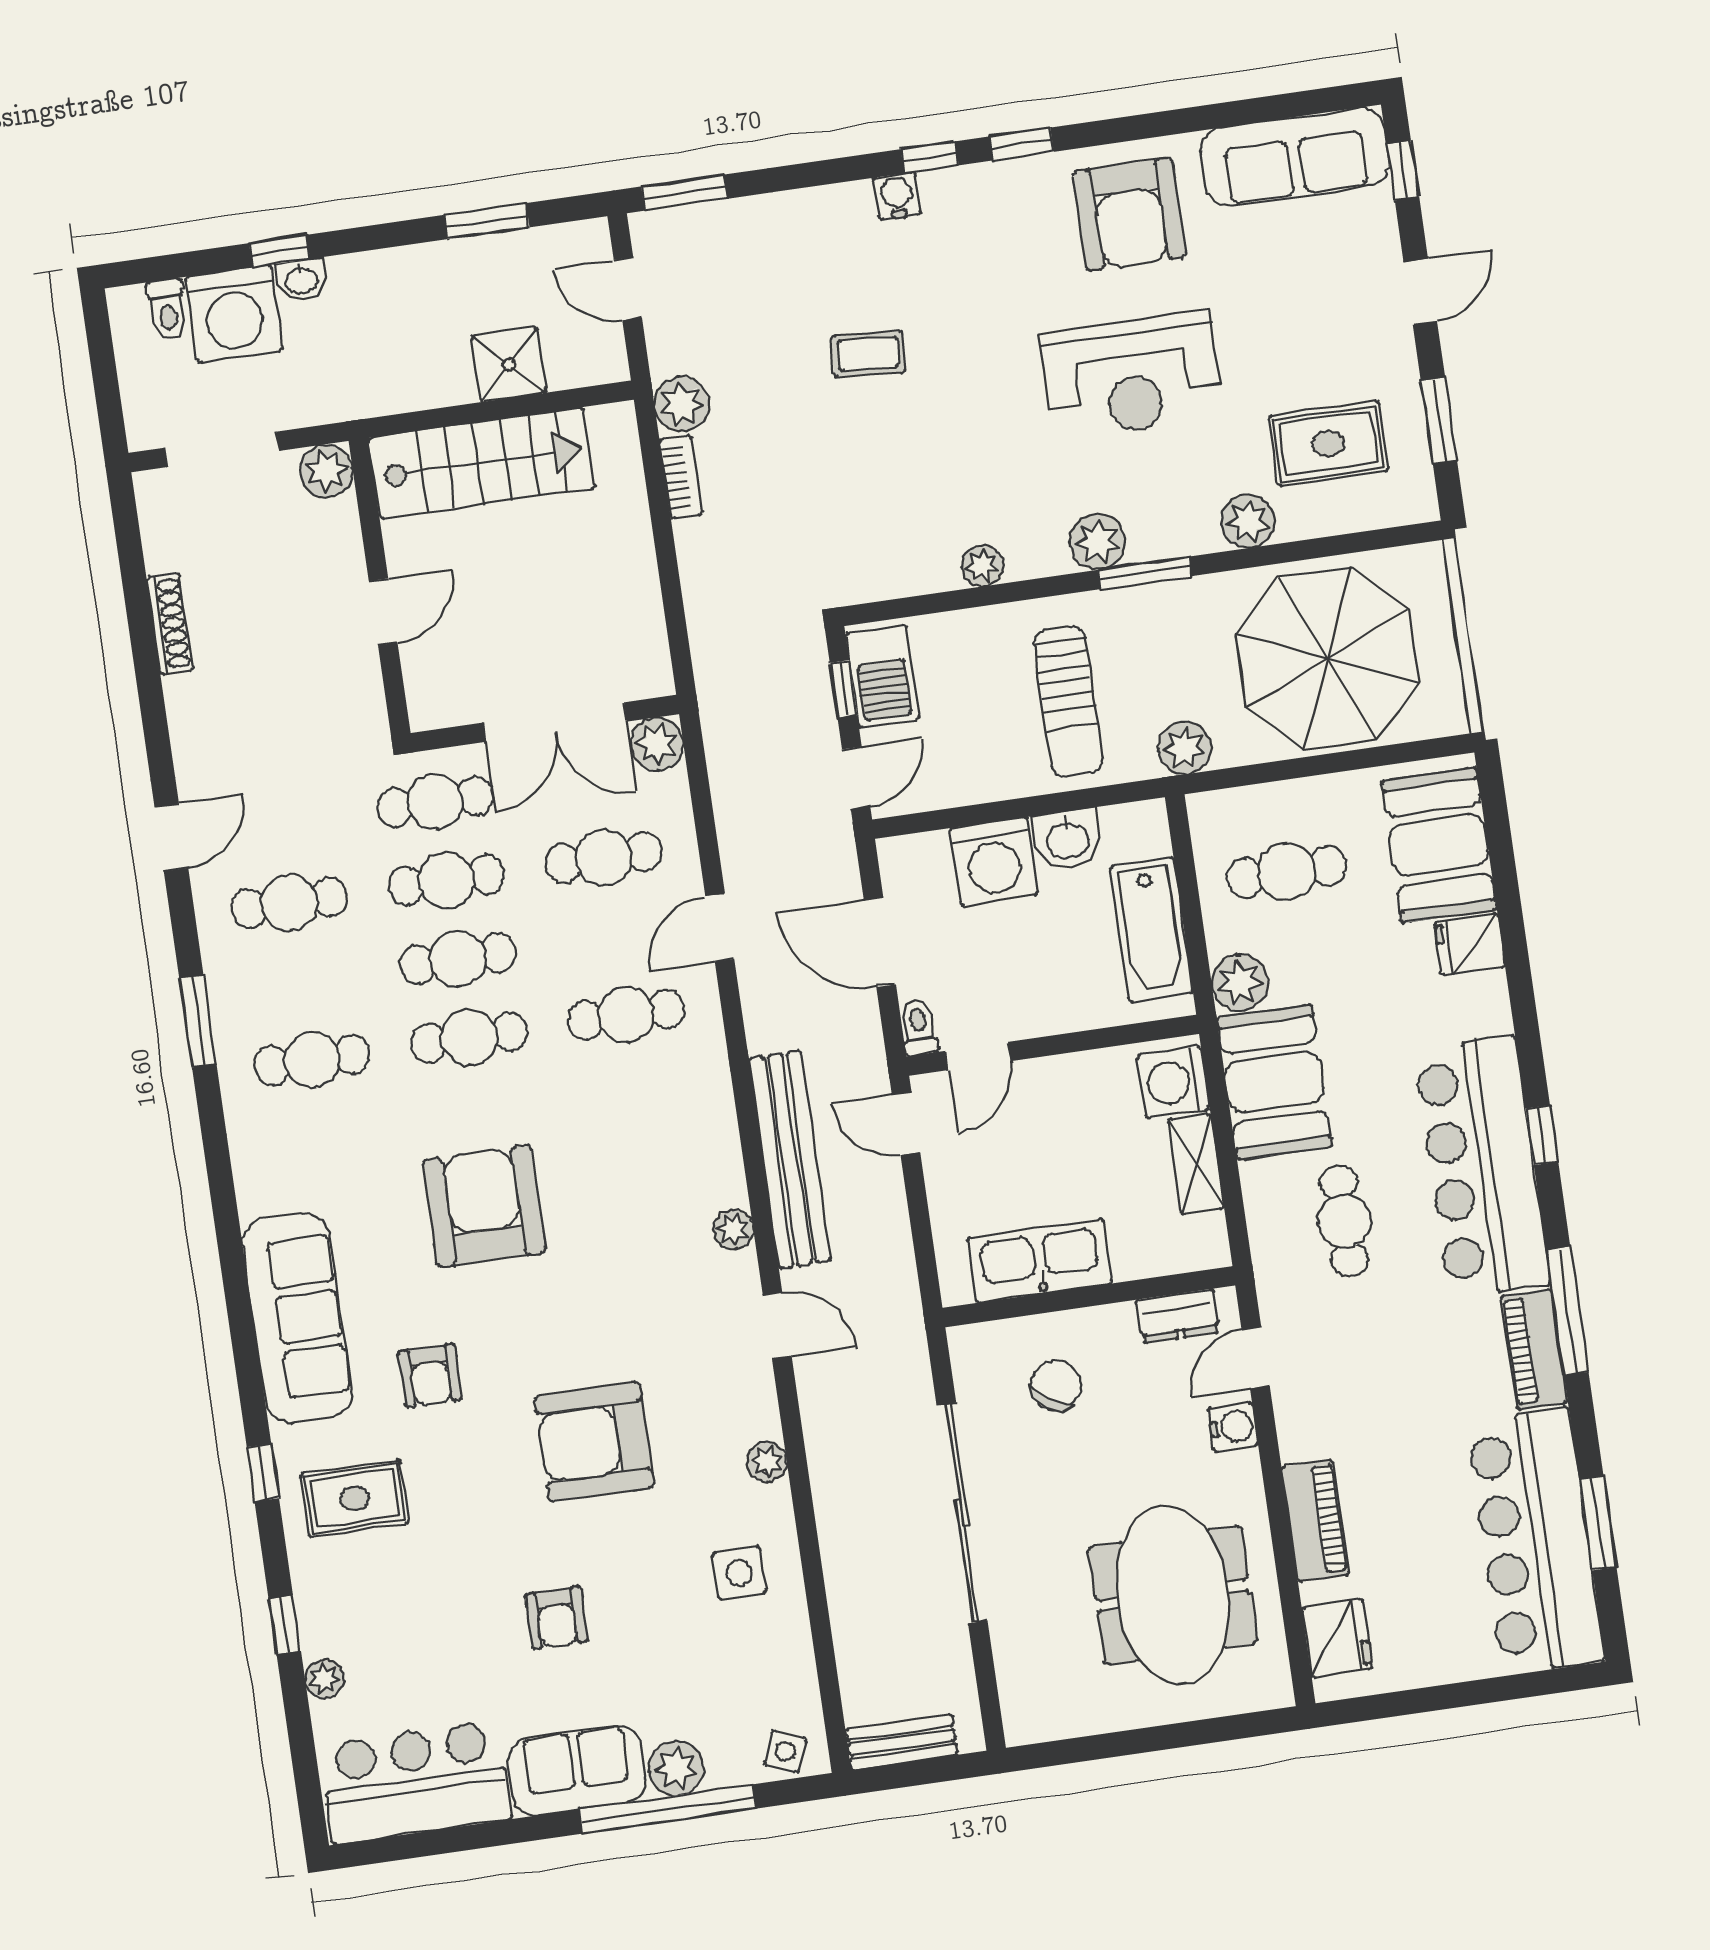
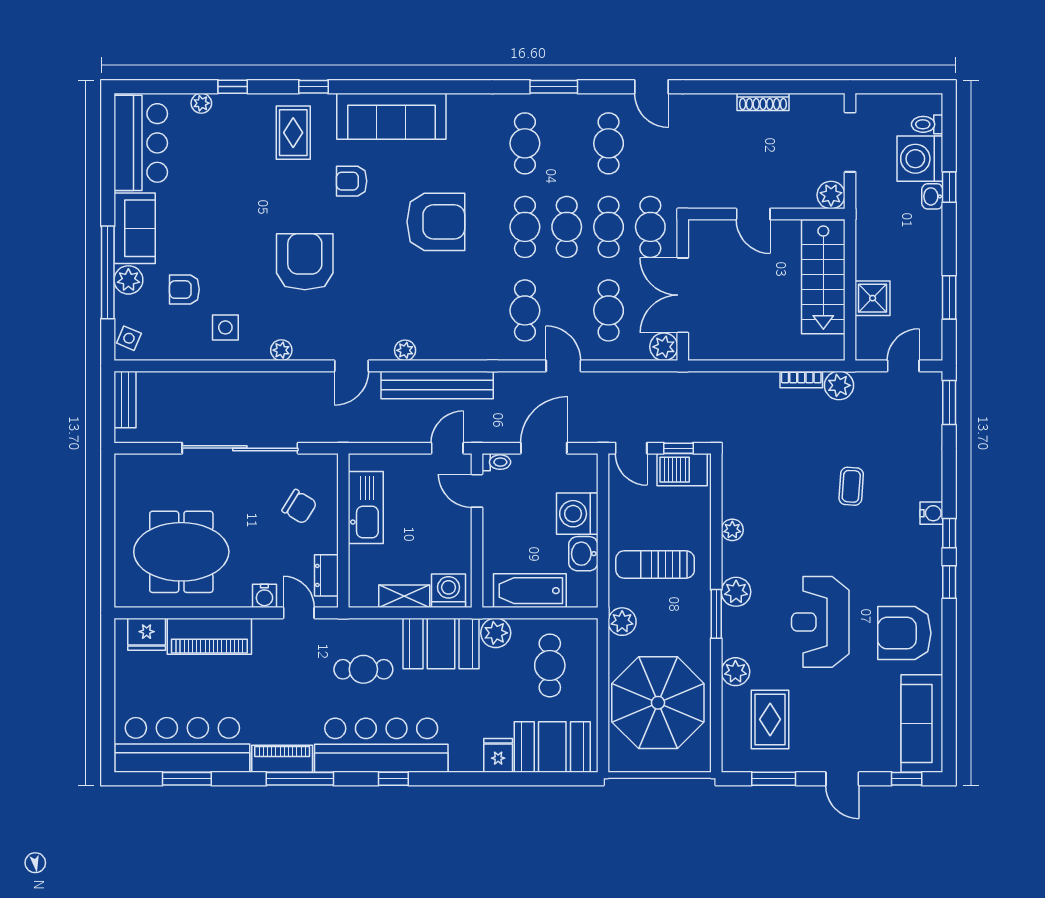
piano: (1315, 1521) -> (209, 636), width x1.37, depth x1.33
armchair: (557, 1618) -> (184, 290), moved

